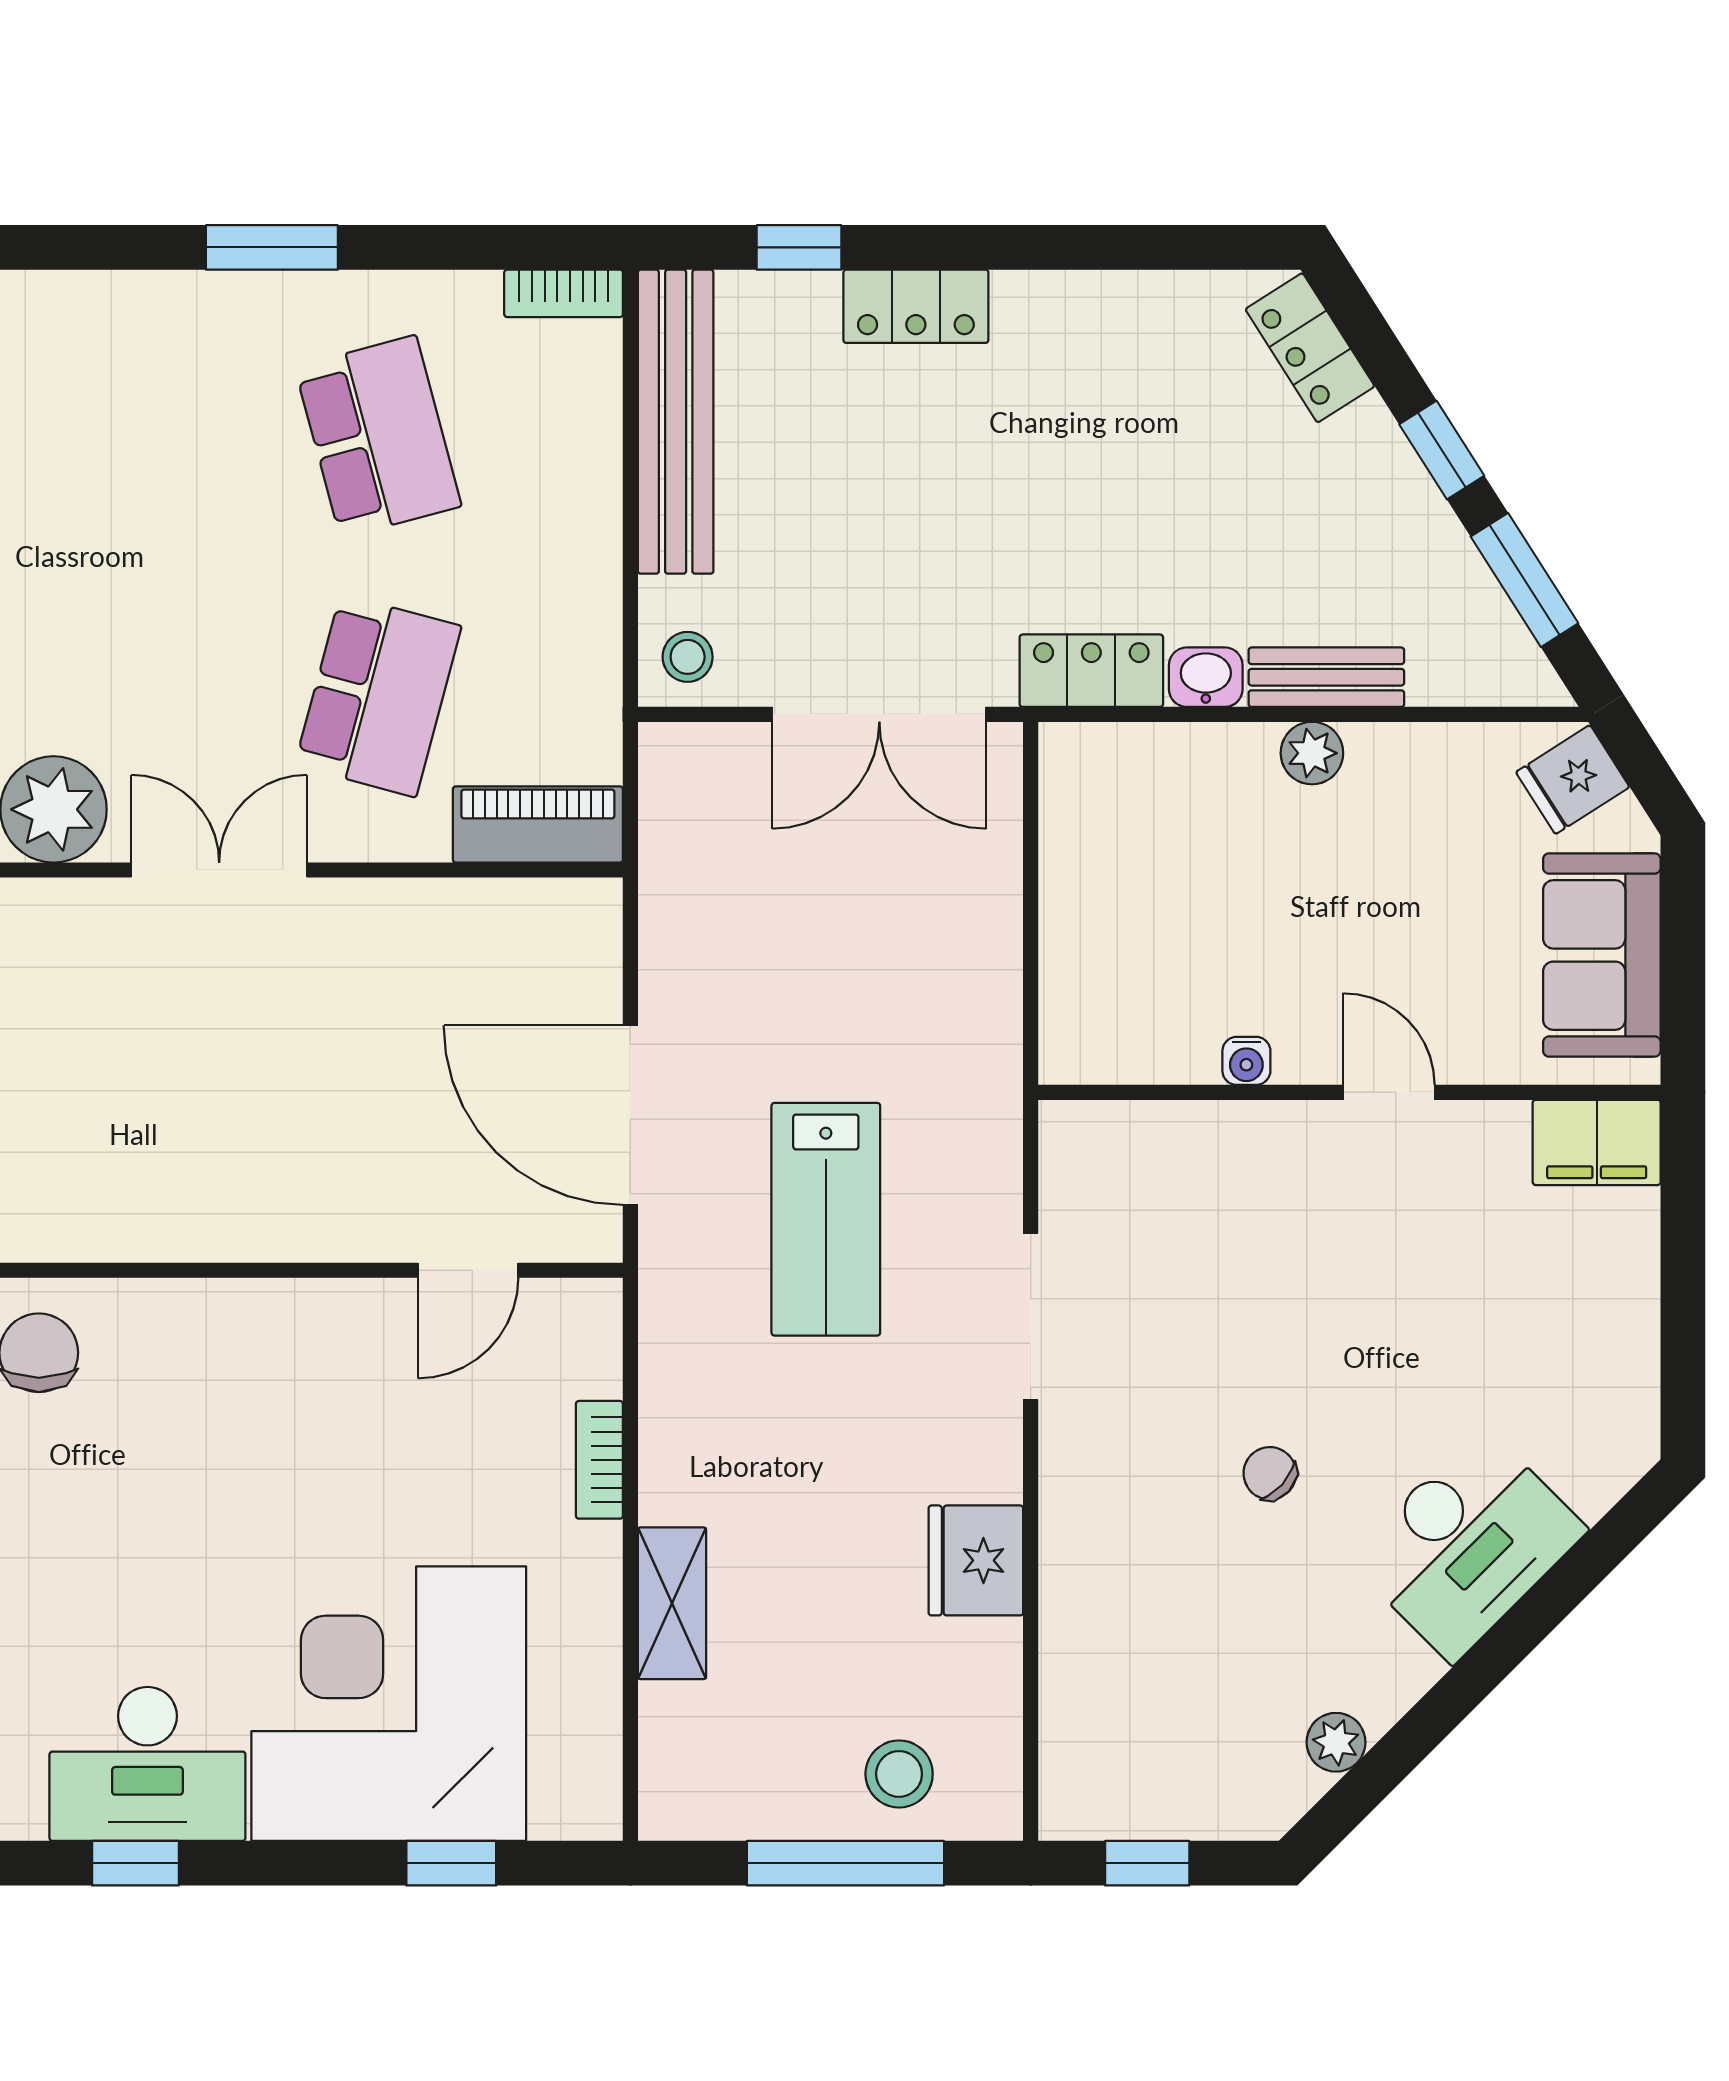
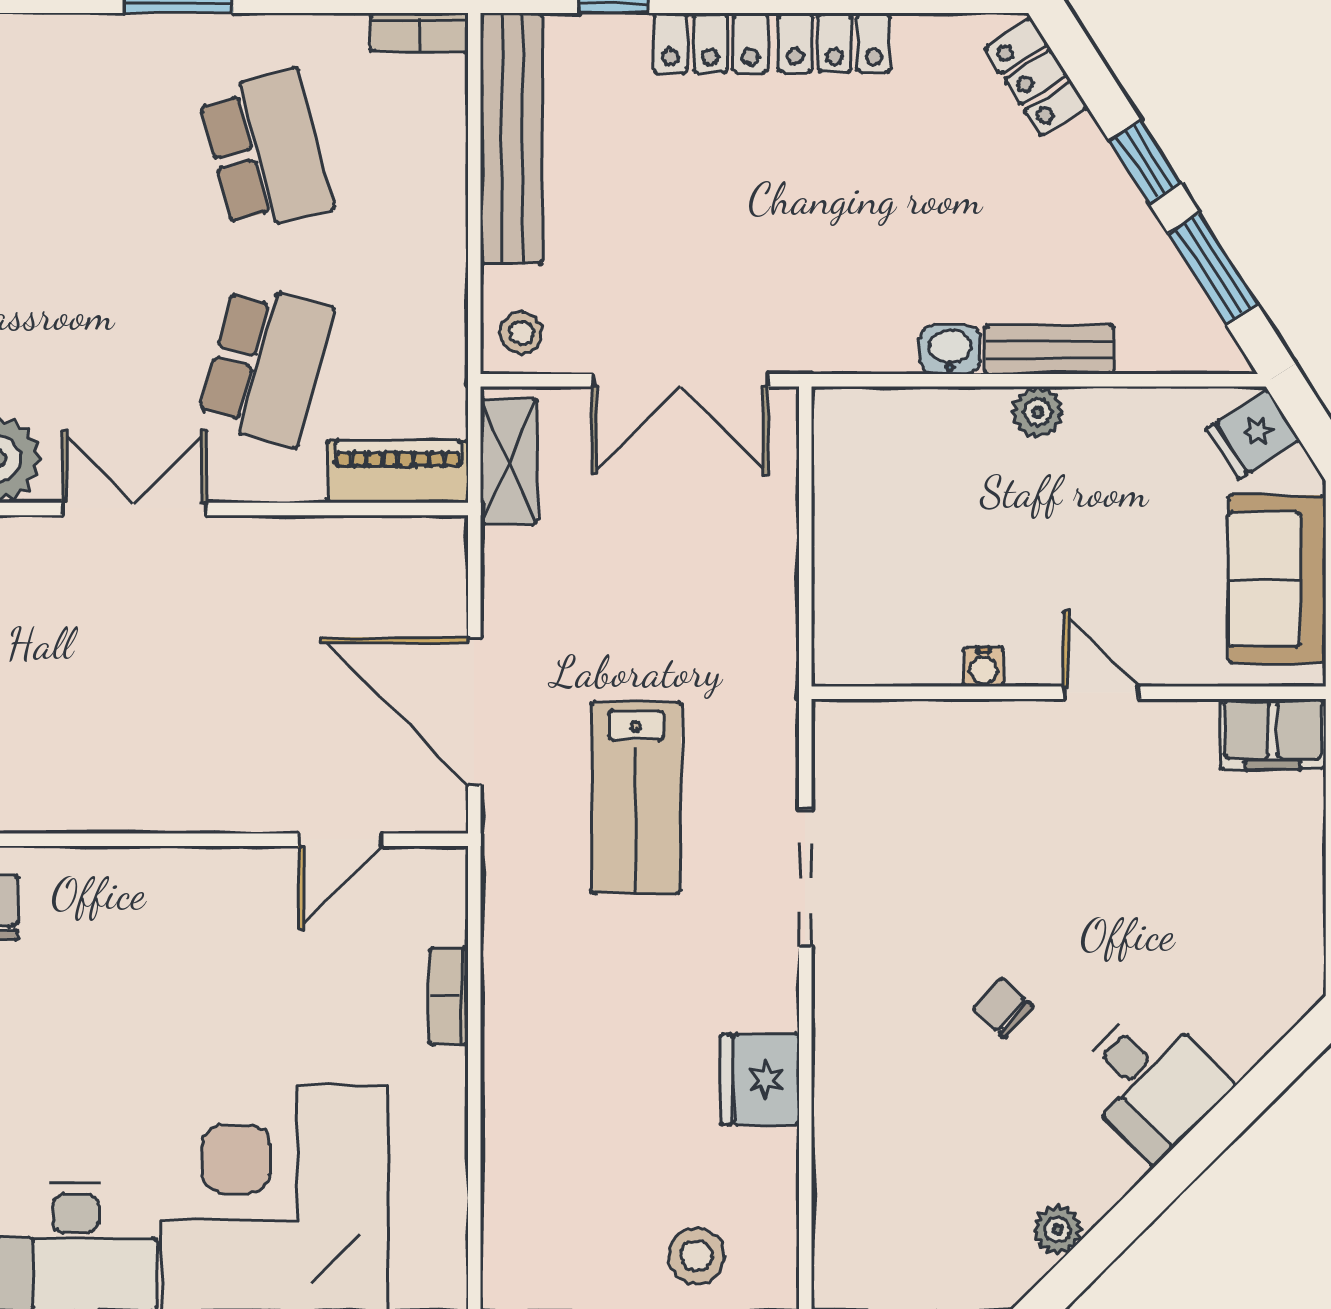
locker: (1091, 671) -> (834, 43), moved, turned 180
desk: (1467, 1544) -> (1151, 1082), width x0.73
shelving: (672, 1603) -> (509, 462), moved

